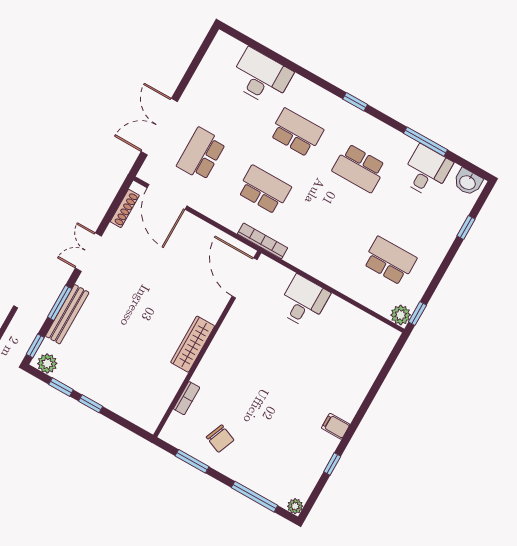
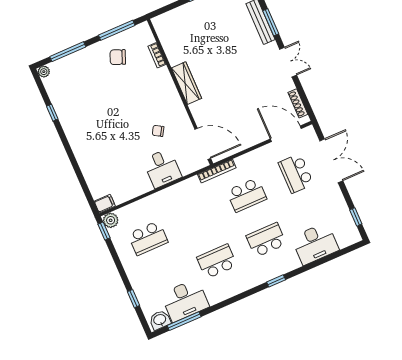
window: (200, 55) -> (356, 217), added
window: (355, 102) -> (276, 281), moved
school desk: (296, 133) -> (266, 240), turned 180
window: (425, 142) -> (184, 321), moved
school desk: (201, 154) -> (296, 173), turned 180
desk: (427, 171) -> (185, 300), width x1.37
chair: (267, 336) -> (158, 131), added
filing cabinet: (336, 426) -> (105, 204), moved
window: (192, 461) -> (117, 30), width x1.44

